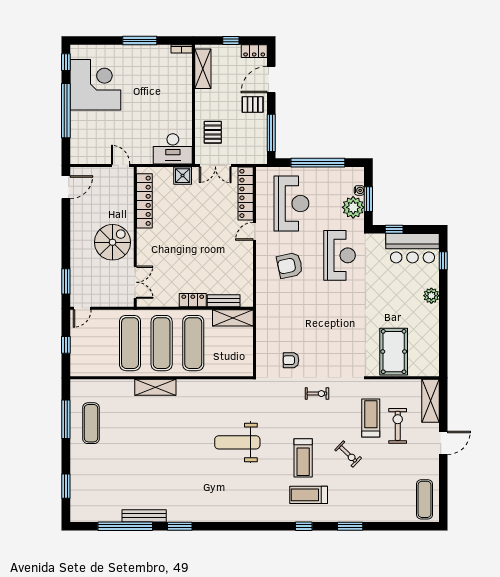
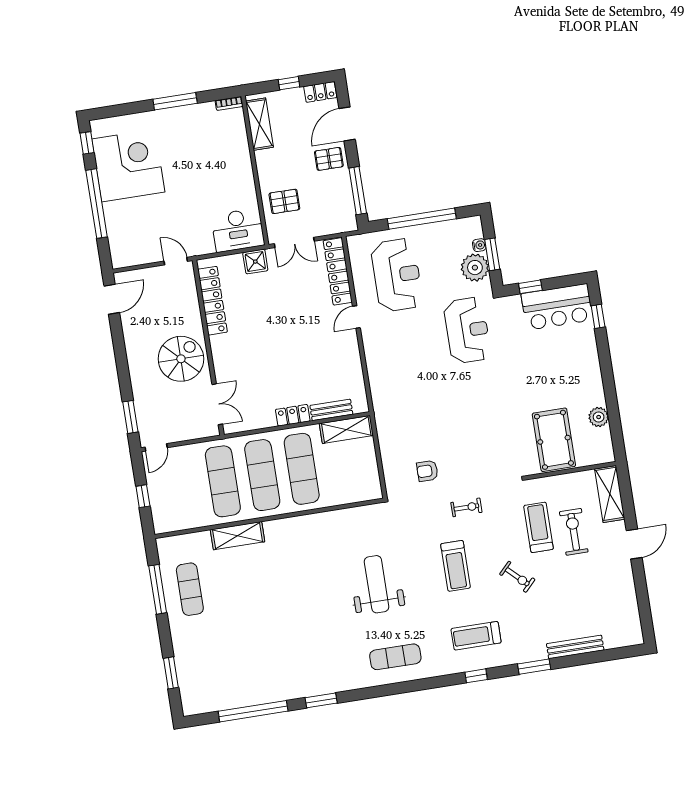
pallet: (213, 132) -> (284, 201), turned 90
armchair: (290, 265) -> (407, 353), removed
plant: (431, 296) -> (599, 417), moved
shelving: (155, 387) -> (238, 536), moved
weight bench: (237, 442) -> (377, 584), turned 90
treadmill: (303, 458) -> (456, 566), moved
exercise mat: (425, 499) -> (395, 657), moved, turned 90
bench: (144, 516) -> (575, 647), moved

